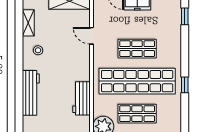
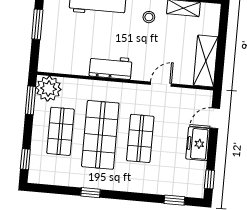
shop shelf: (137, 81) -> (100, 135), width x0.71
workbench: (82, 98) -> (111, 67), moved

